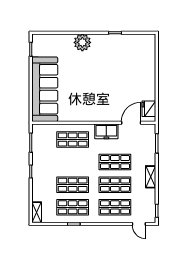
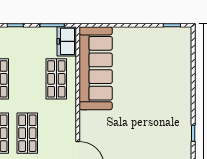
plant: (82, 42) -> (181, 91), removed
sofa: (45, 89) -> (96, 68), moved, turned -90
freezer: (106, 131) -> (67, 41), moved

